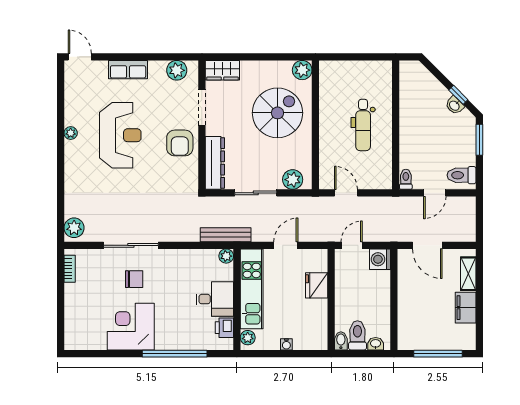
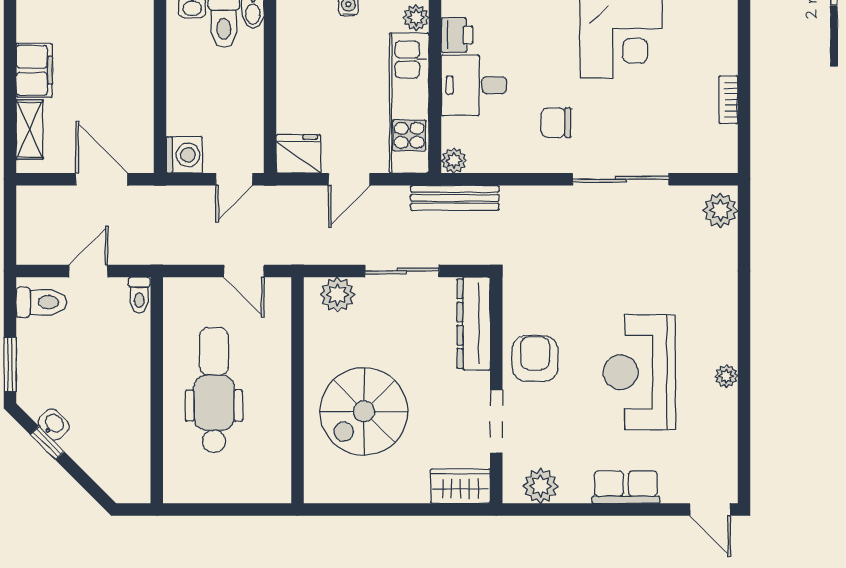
plant: (302, 70) -> (321, 486), removed
dental chair: (363, 125) -> (214, 390), width x1.36, depth x1.38
bookcase: (70, 269) -> (728, 100), moved
chair: (134, 279) -> (556, 123), moved
fridge: (317, 285) -> (298, 154), moved, turned -90

